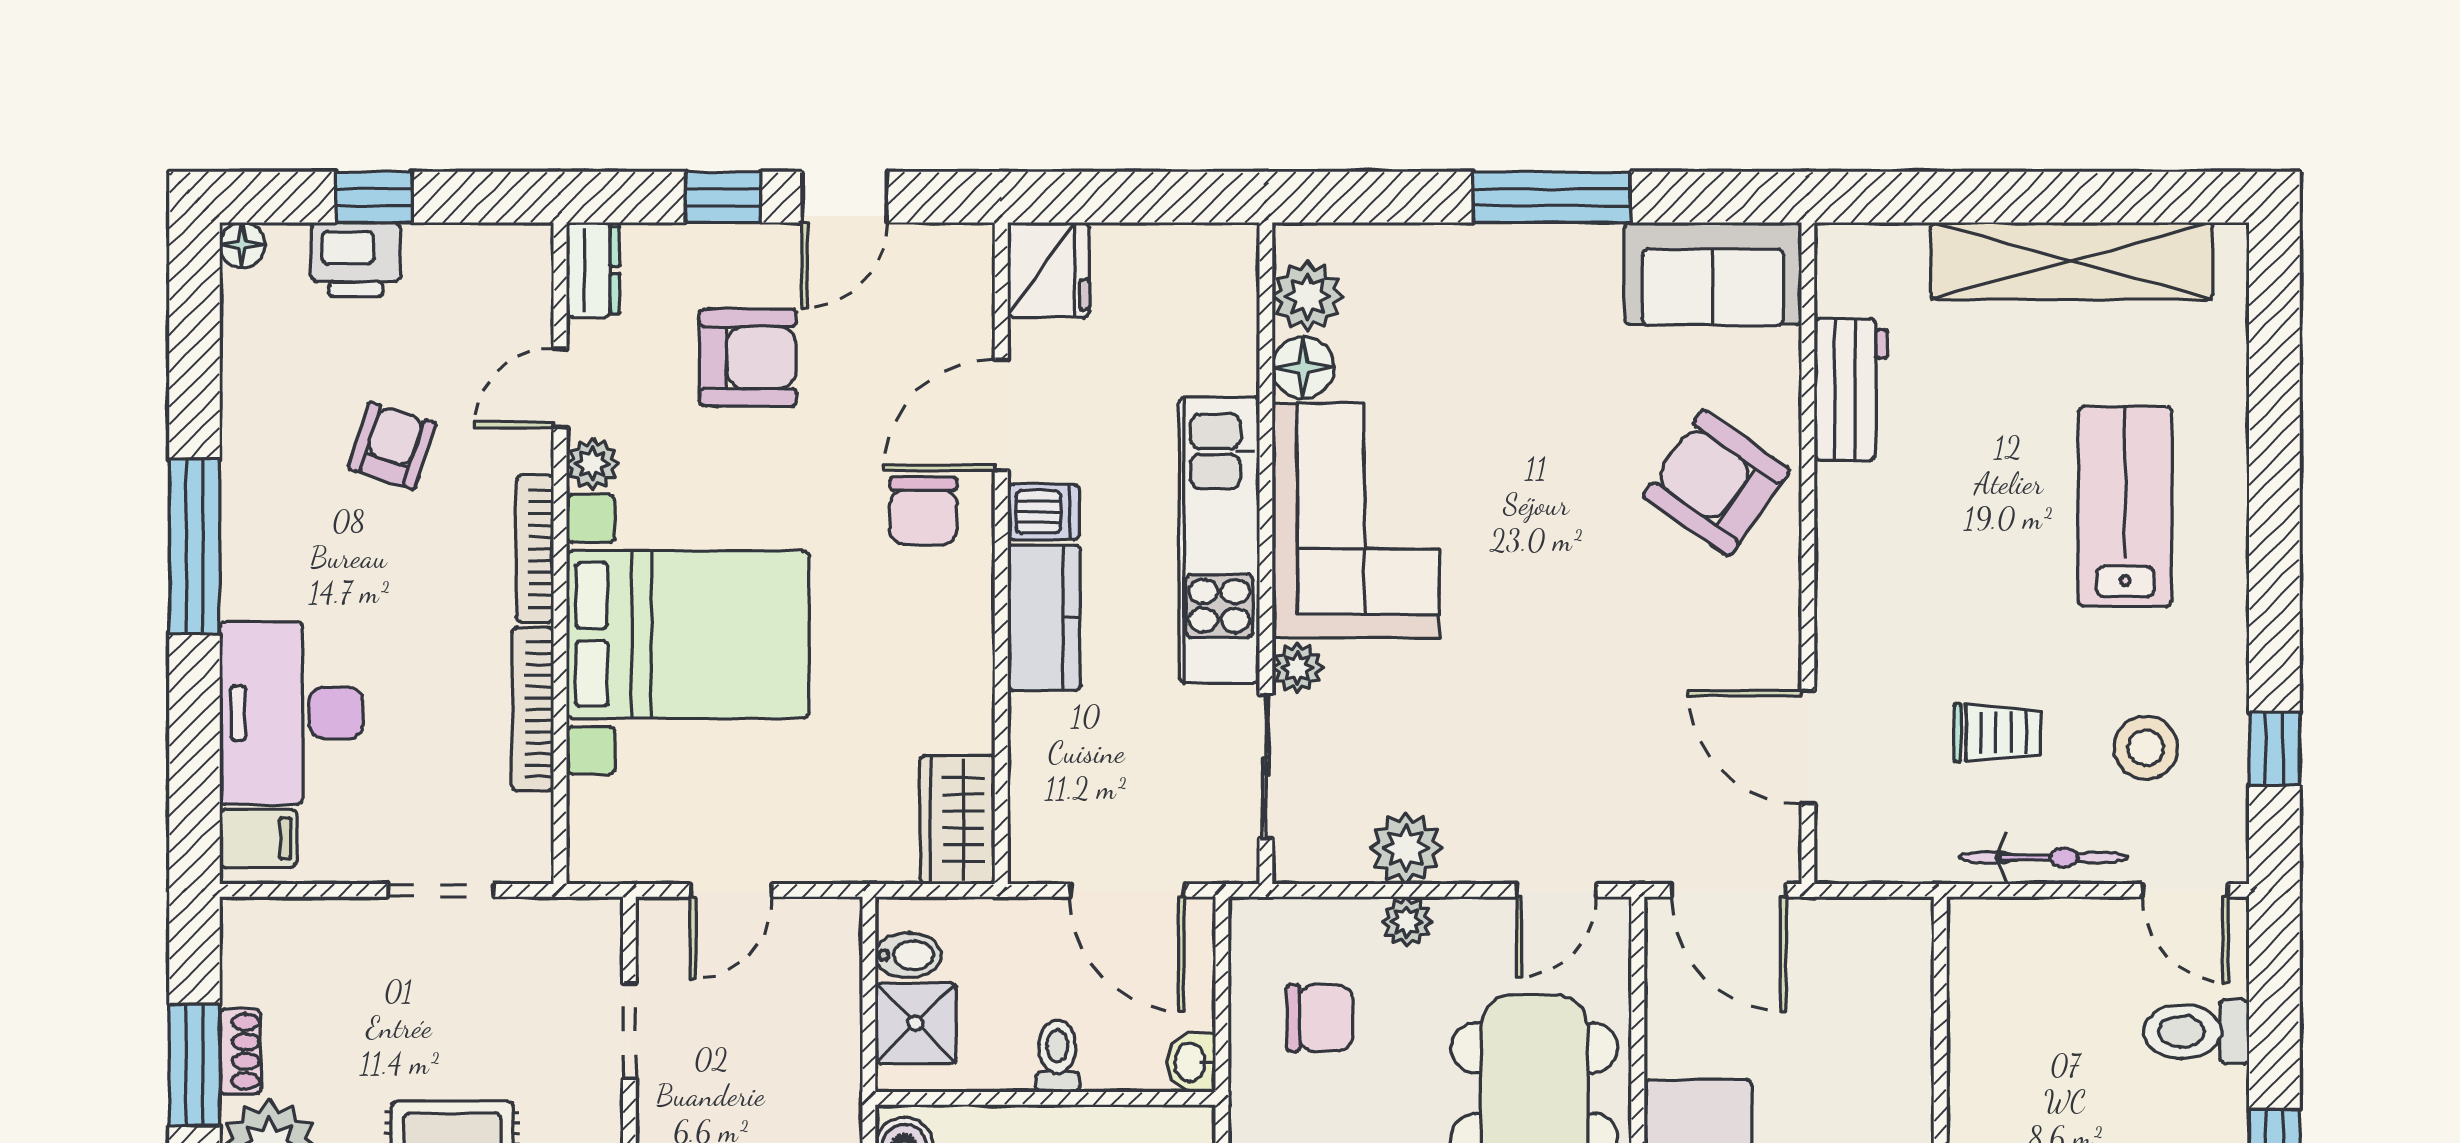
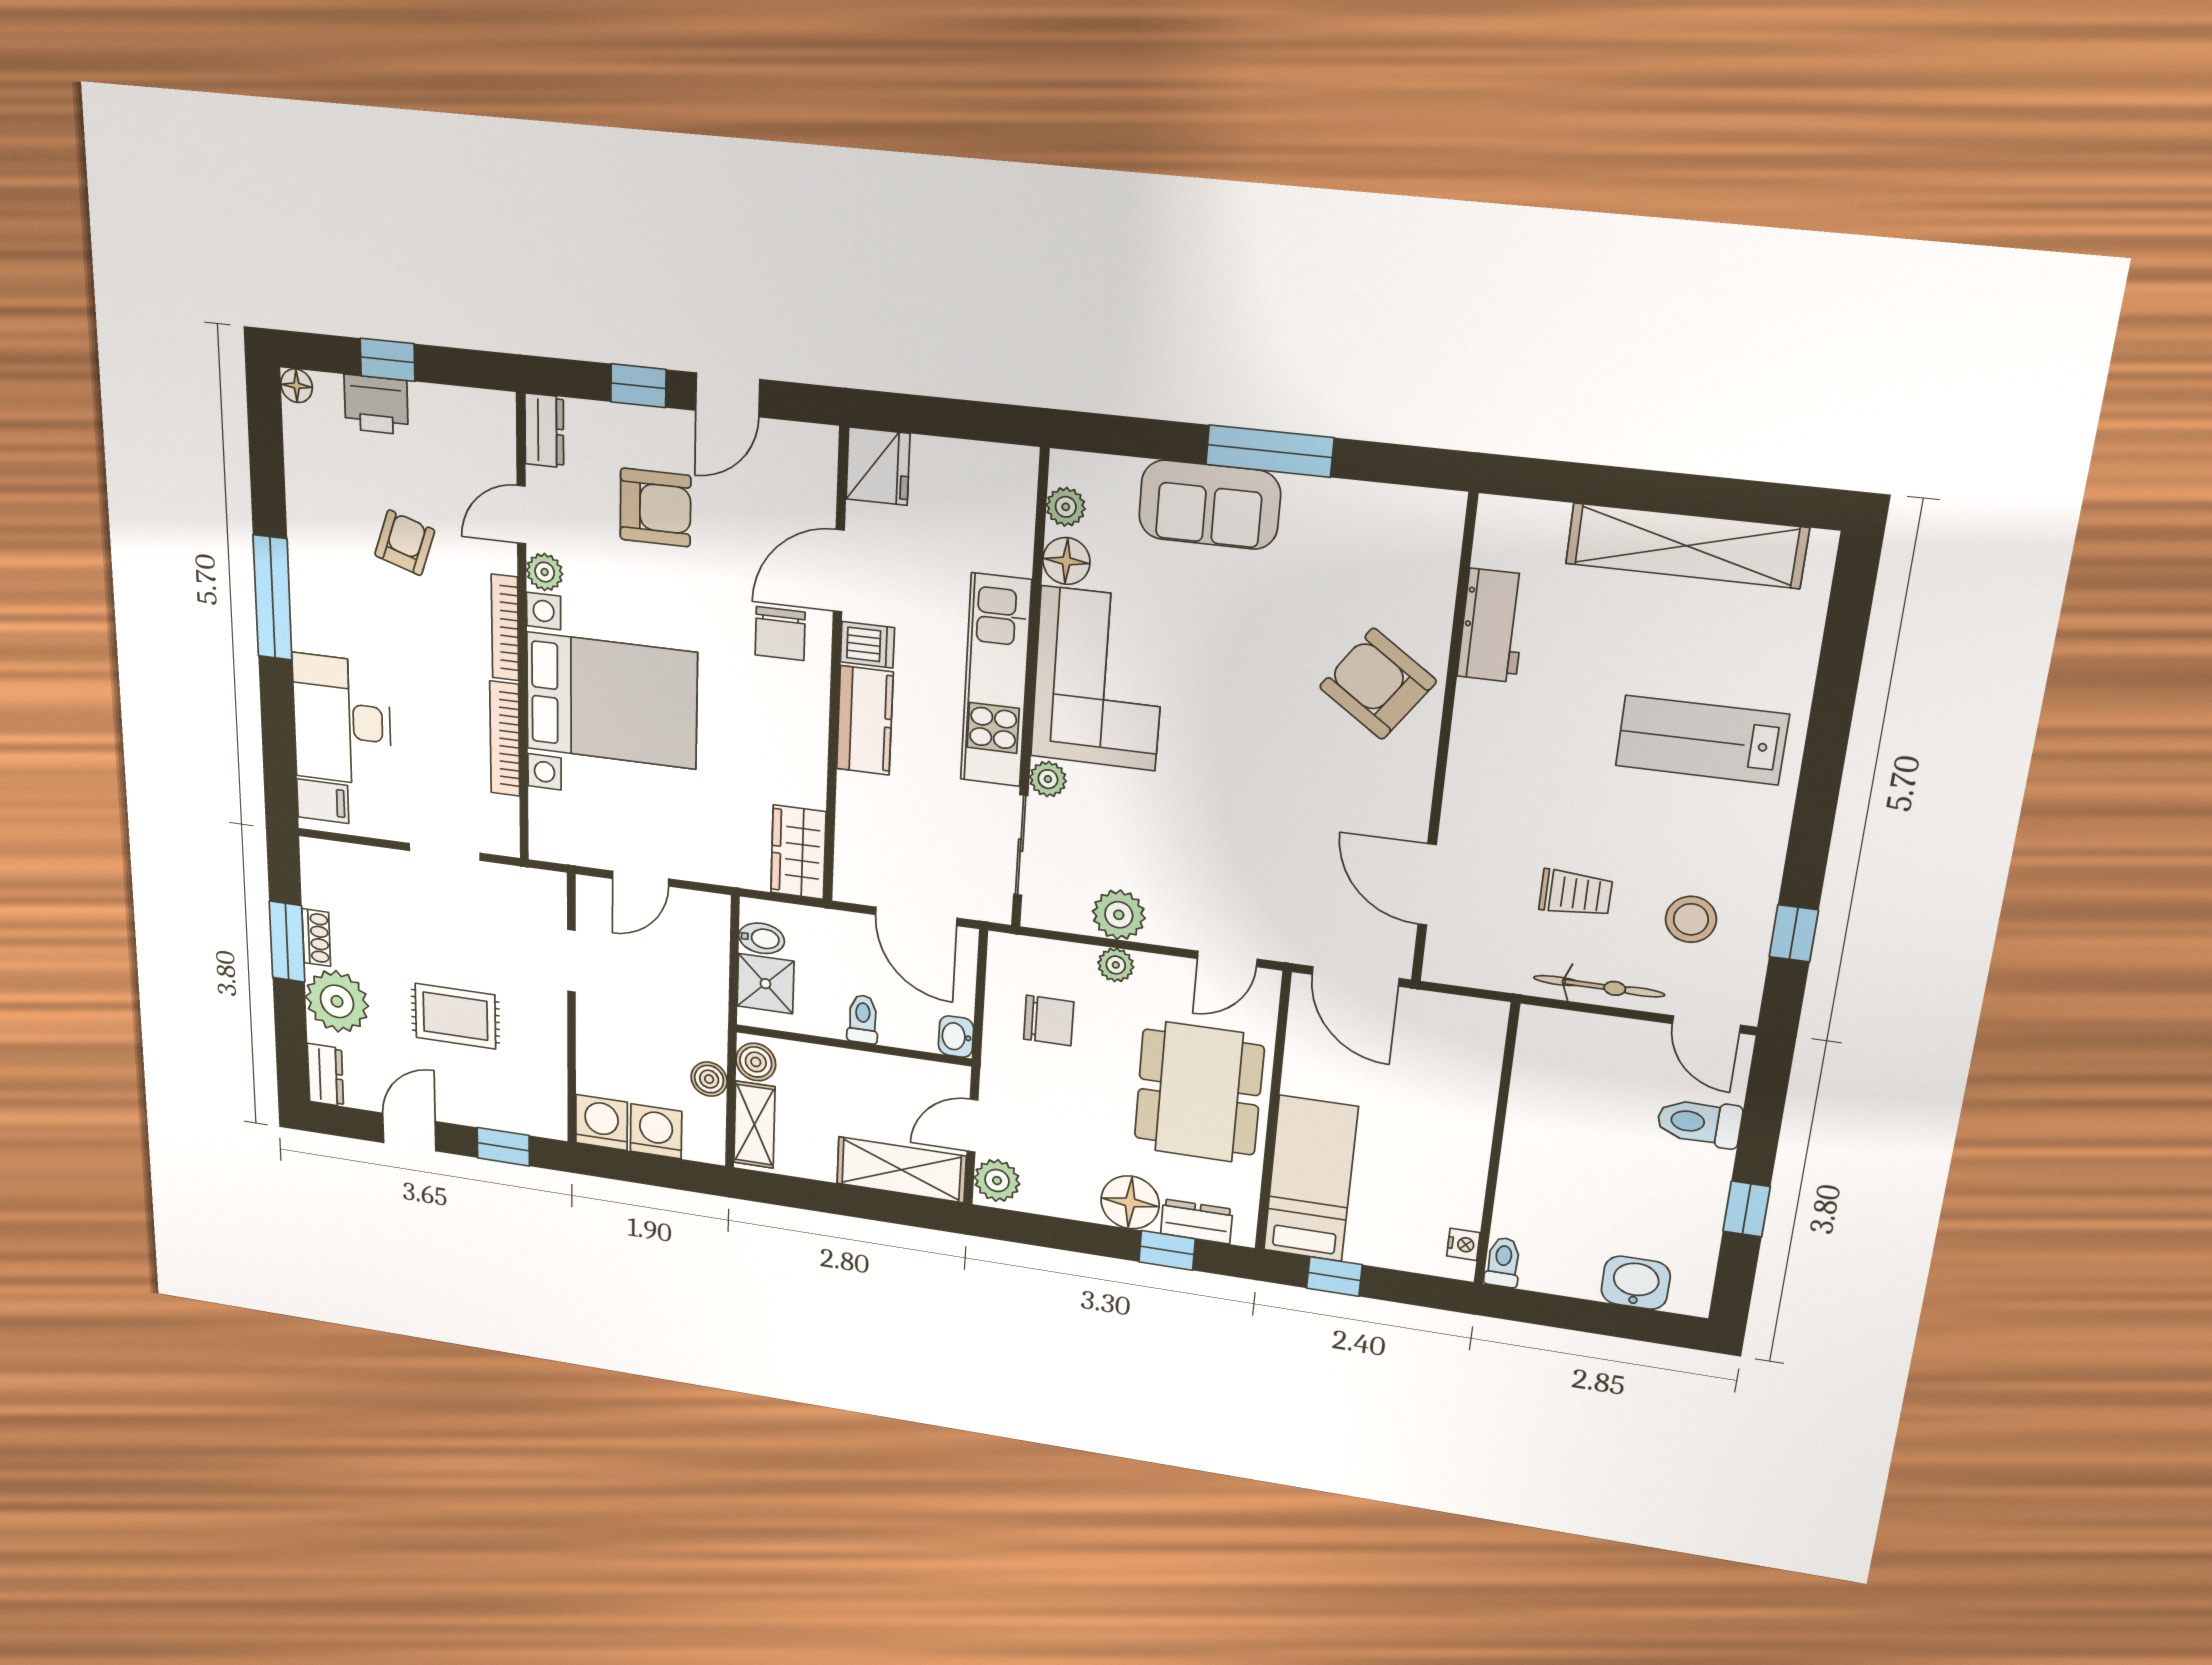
sofa: (1713, 274) -> (1209, 505), moved
plant: (1307, 296) -> (1066, 507), width x0.73, depth x0.73
lab bench: (2125, 506) -> (1702, 740), turned -90

